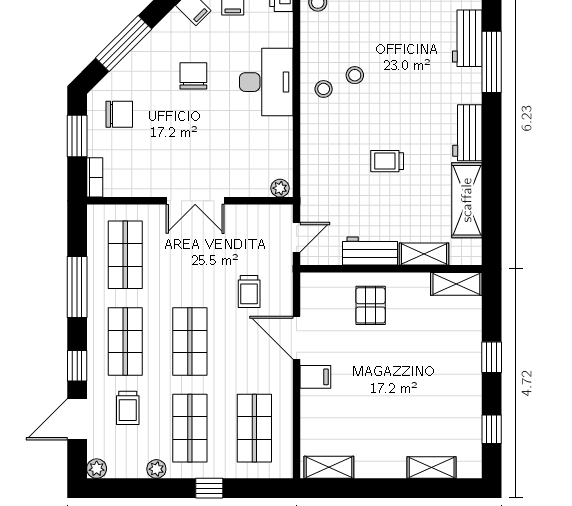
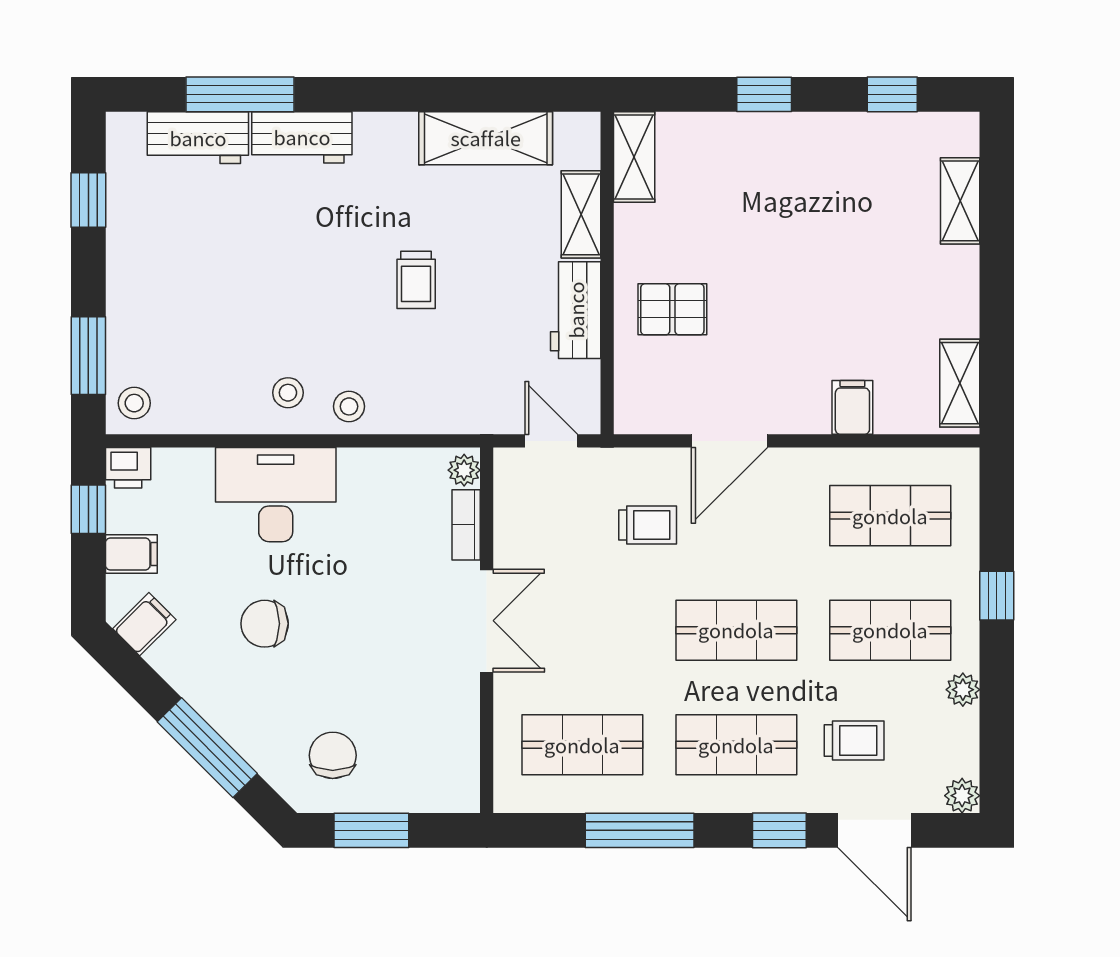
stool: (355, 75) -> (349, 406), moved
workbench: (467, 133) -> (302, 137), moved
bookcase: (95, 177) -> (466, 525), moved, turned -90
filing cabinet: (315, 377) -> (852, 407), moved

